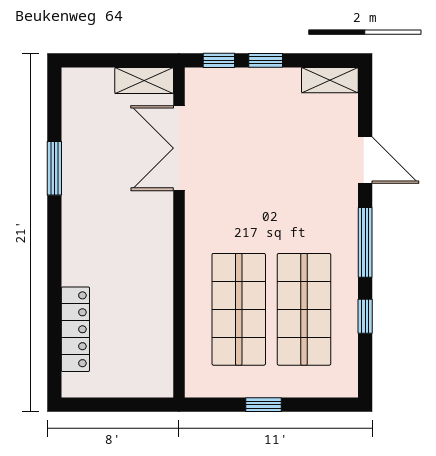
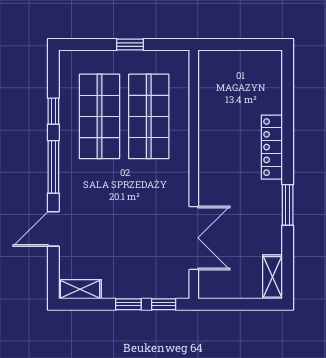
shelving: (144, 80) -> (273, 277), moved, turned 90
door: (365, 160) -> (53, 229), hinge flipped
window: (54, 168) -> (288, 205), moved
locker: (75, 329) -> (272, 147), moved

